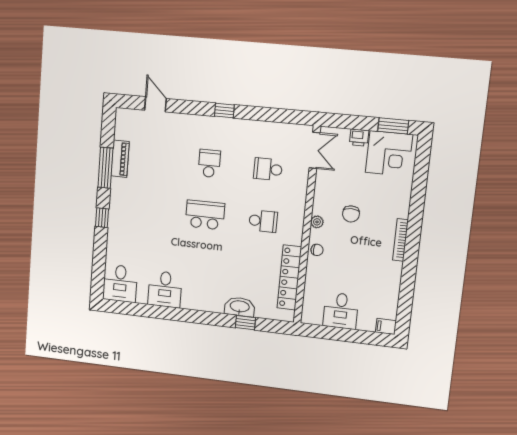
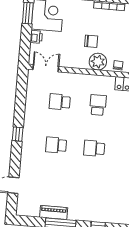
school desk: (268, 169) -> (60, 102), turned 90
school desk: (205, 215) -> (94, 148), width x0.54
plant: (317, 222) -> (98, 62), width x1.87, depth x1.87

